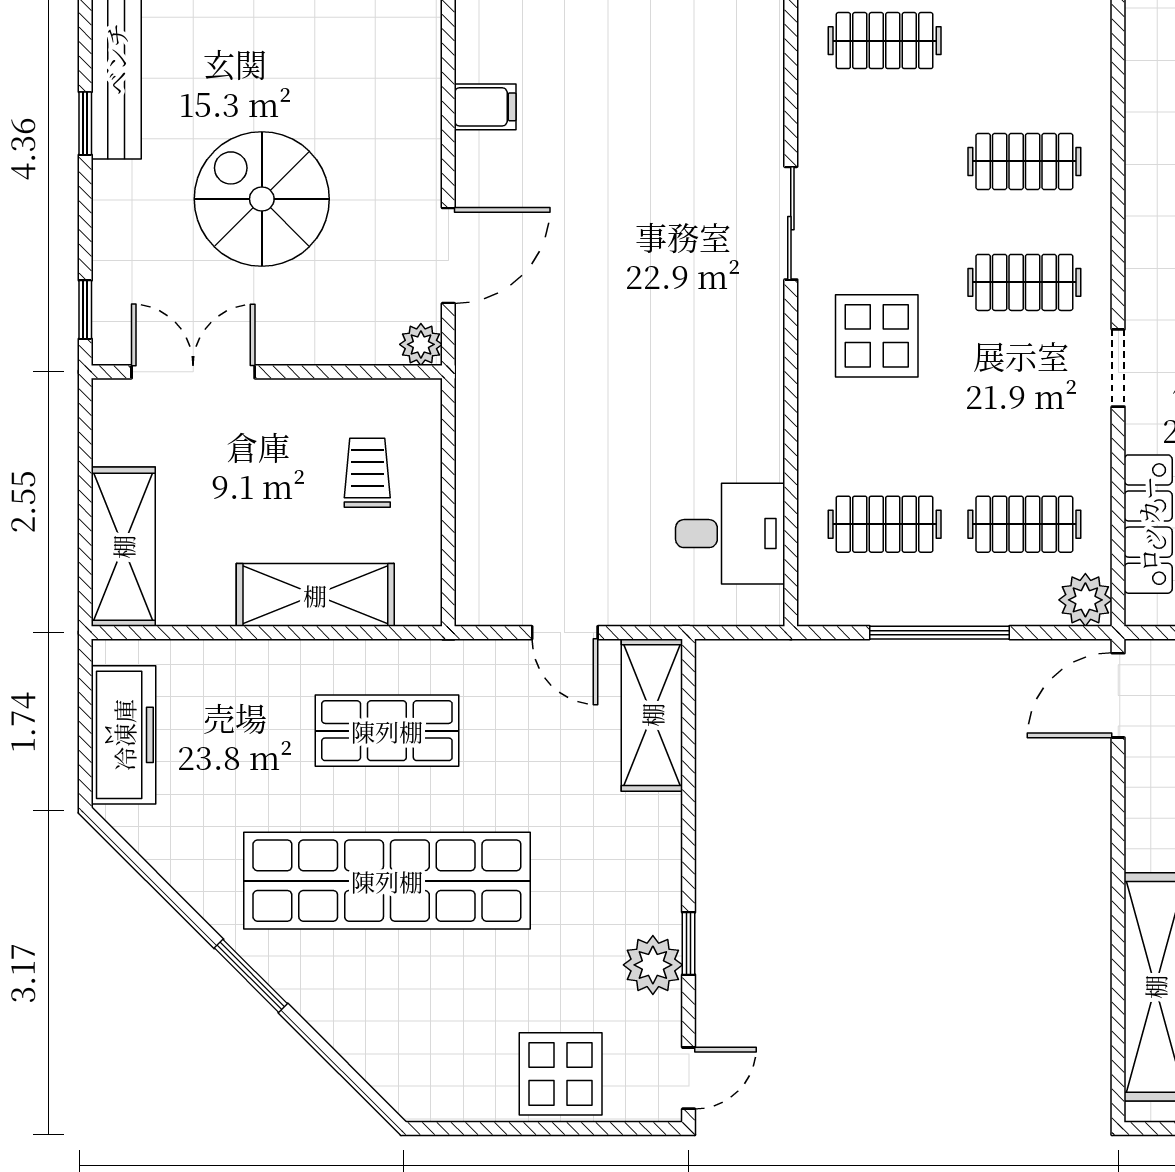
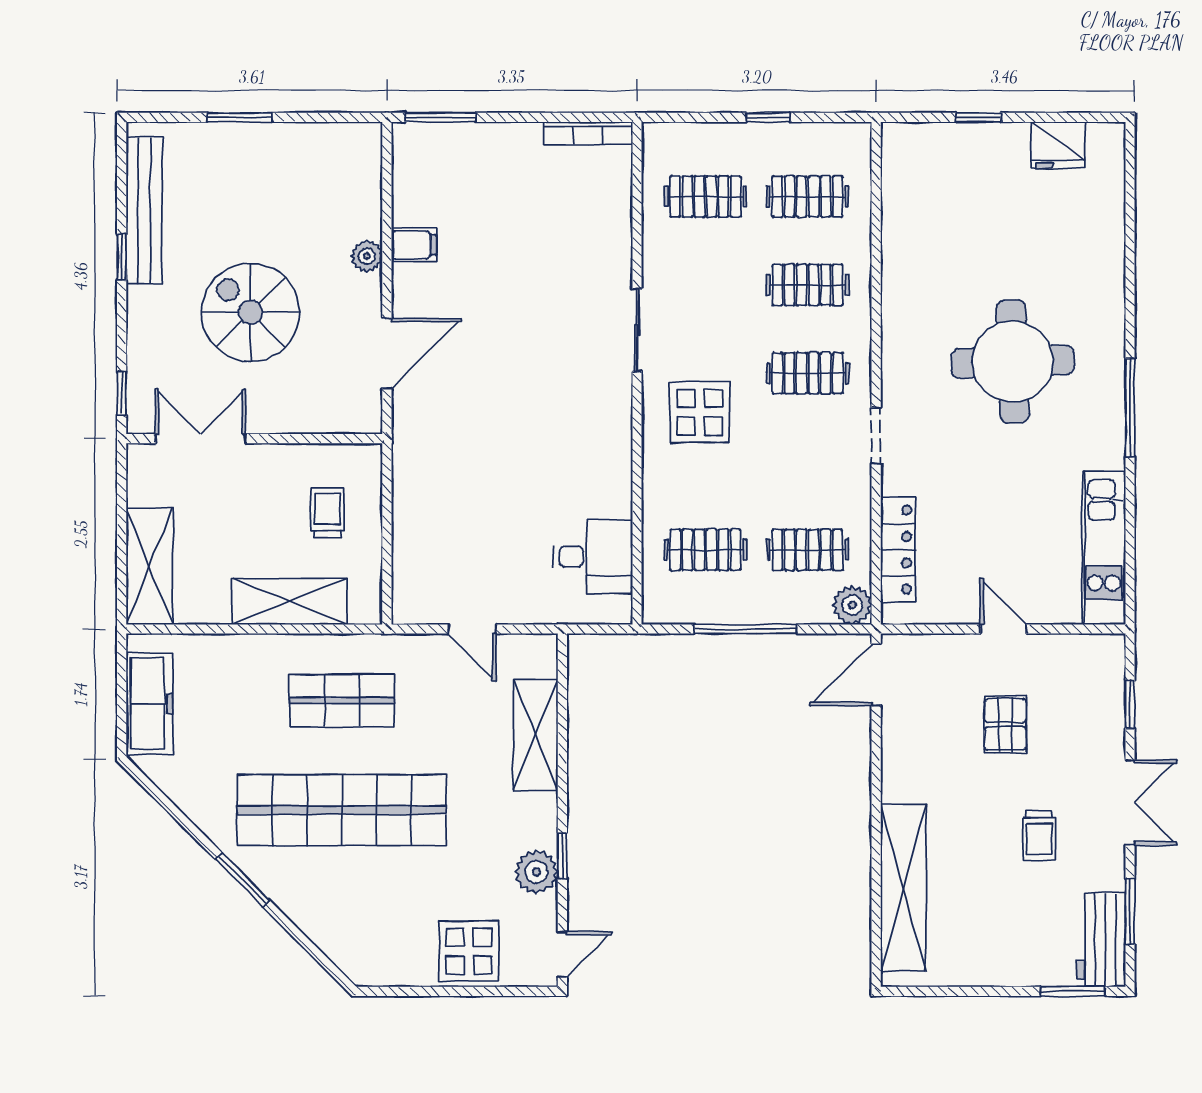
clothes rail: (1024, 41) -> (808, 197), added
plant: (421, 344) -> (367, 256), moved
shelving: (652, 715) -> (536, 735), moved

